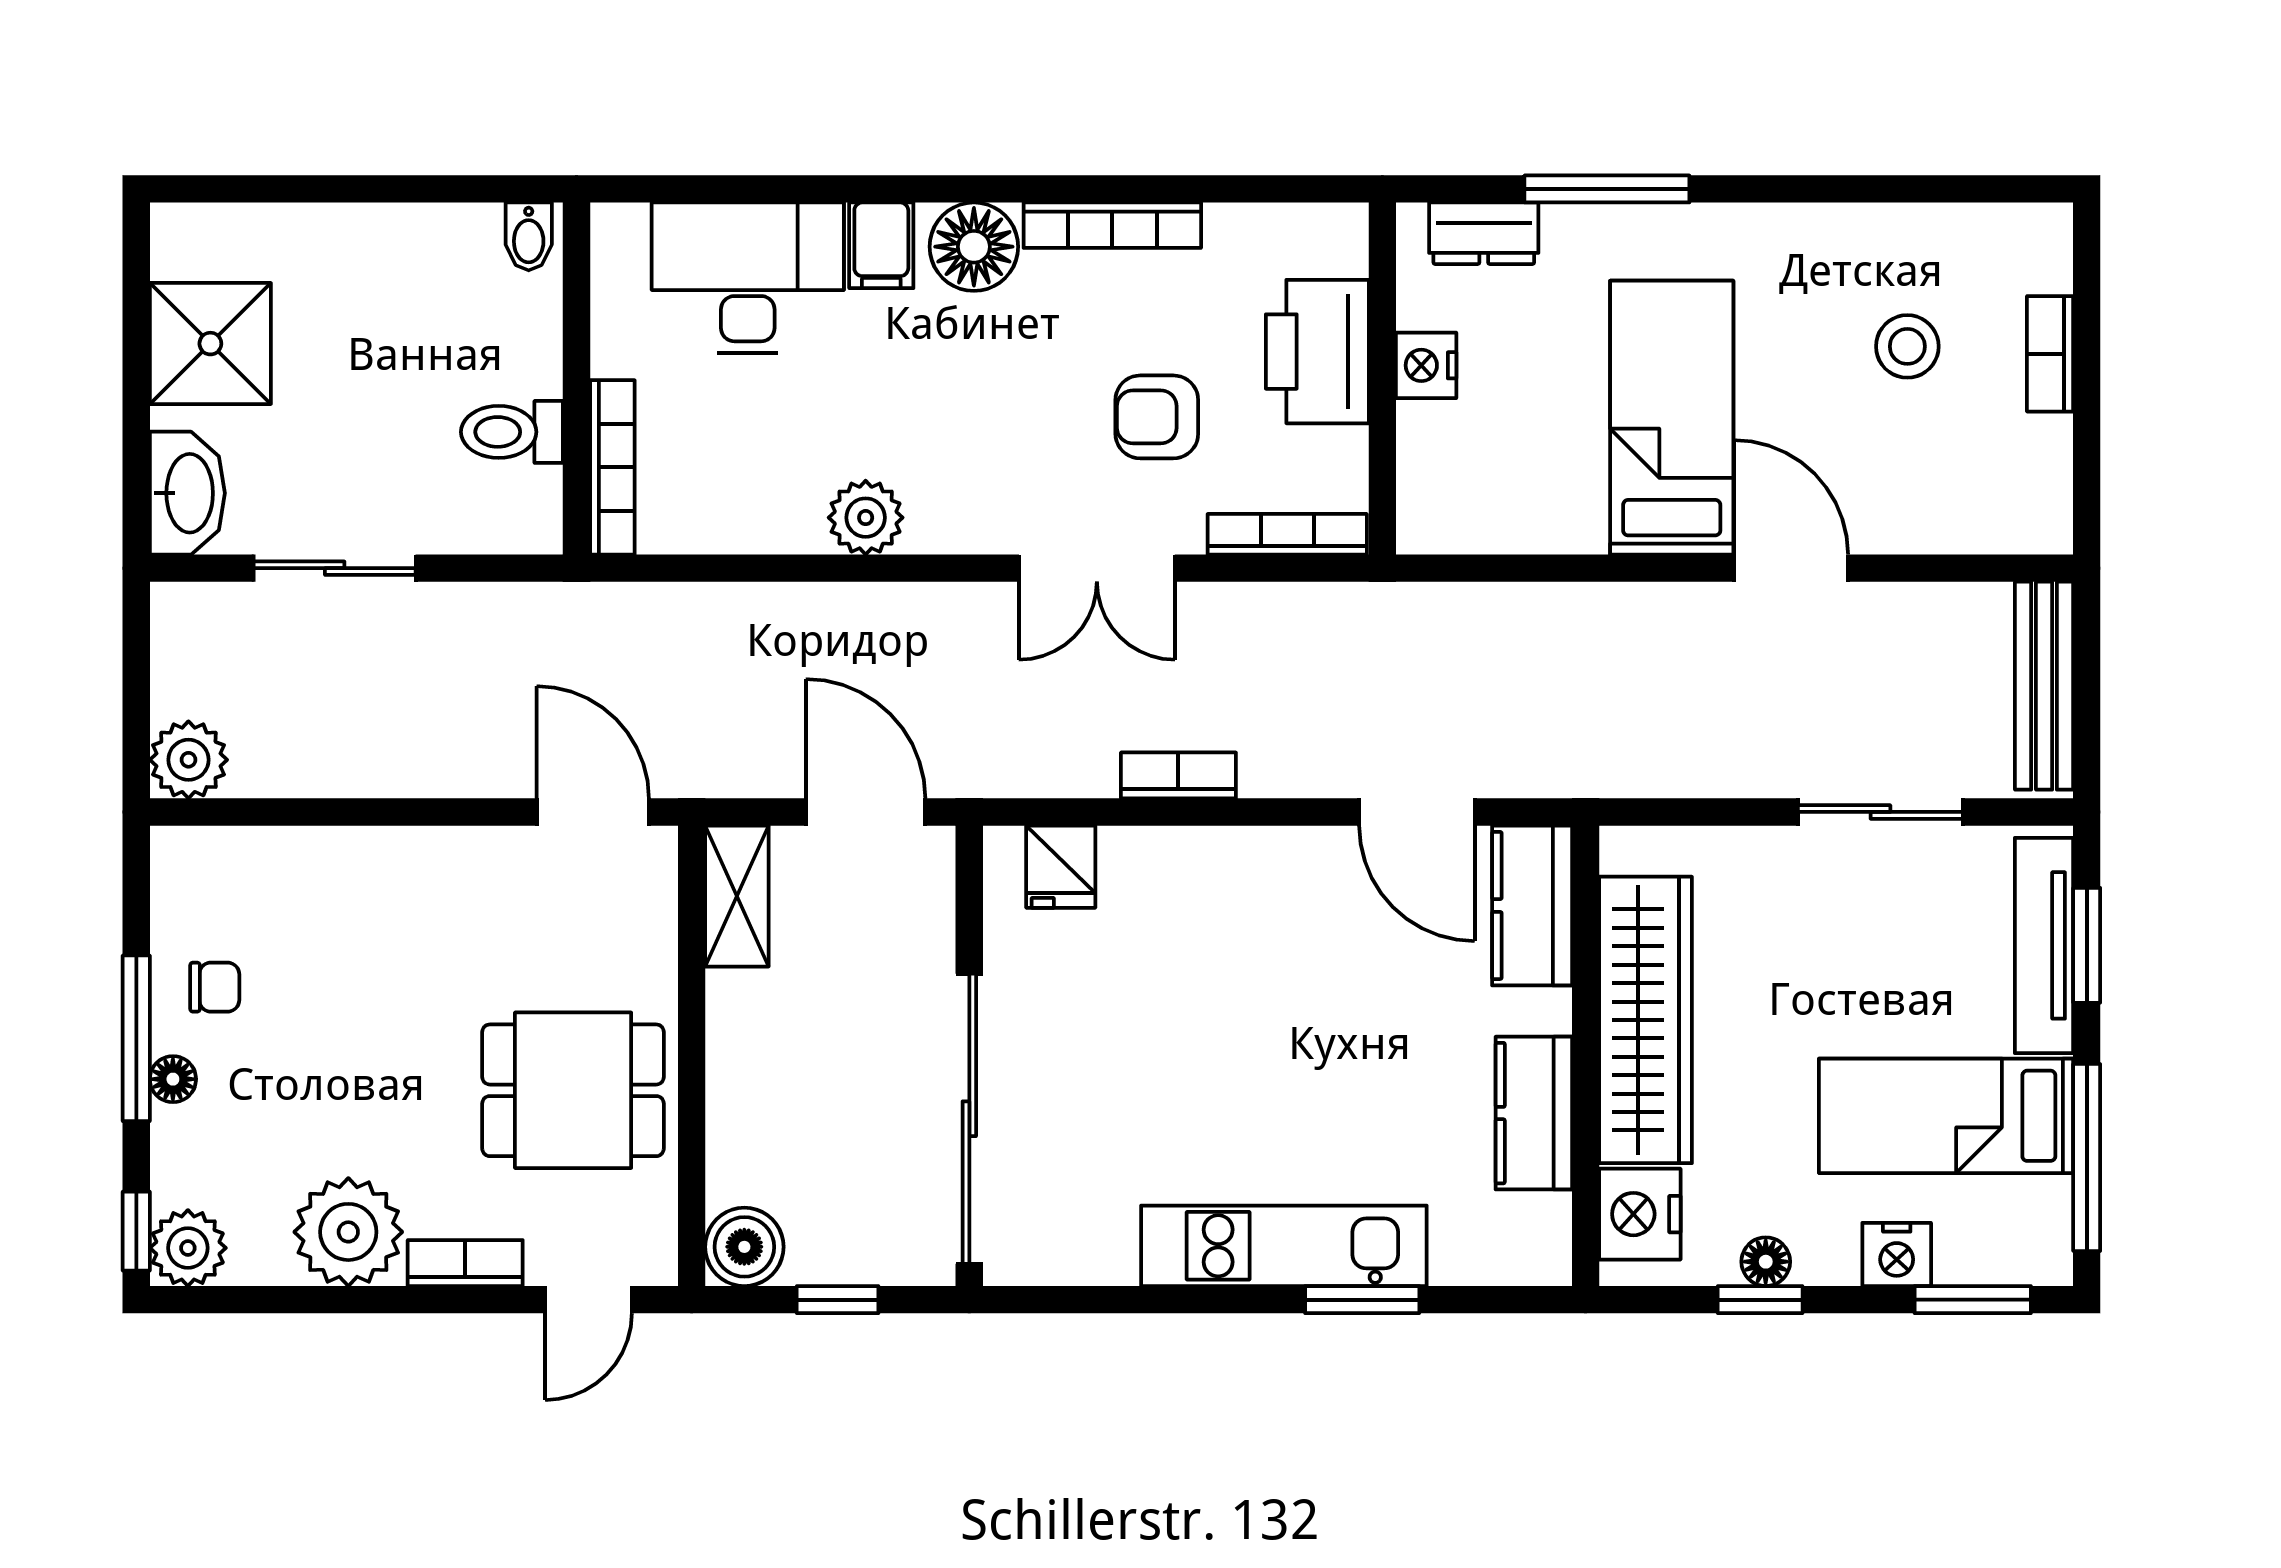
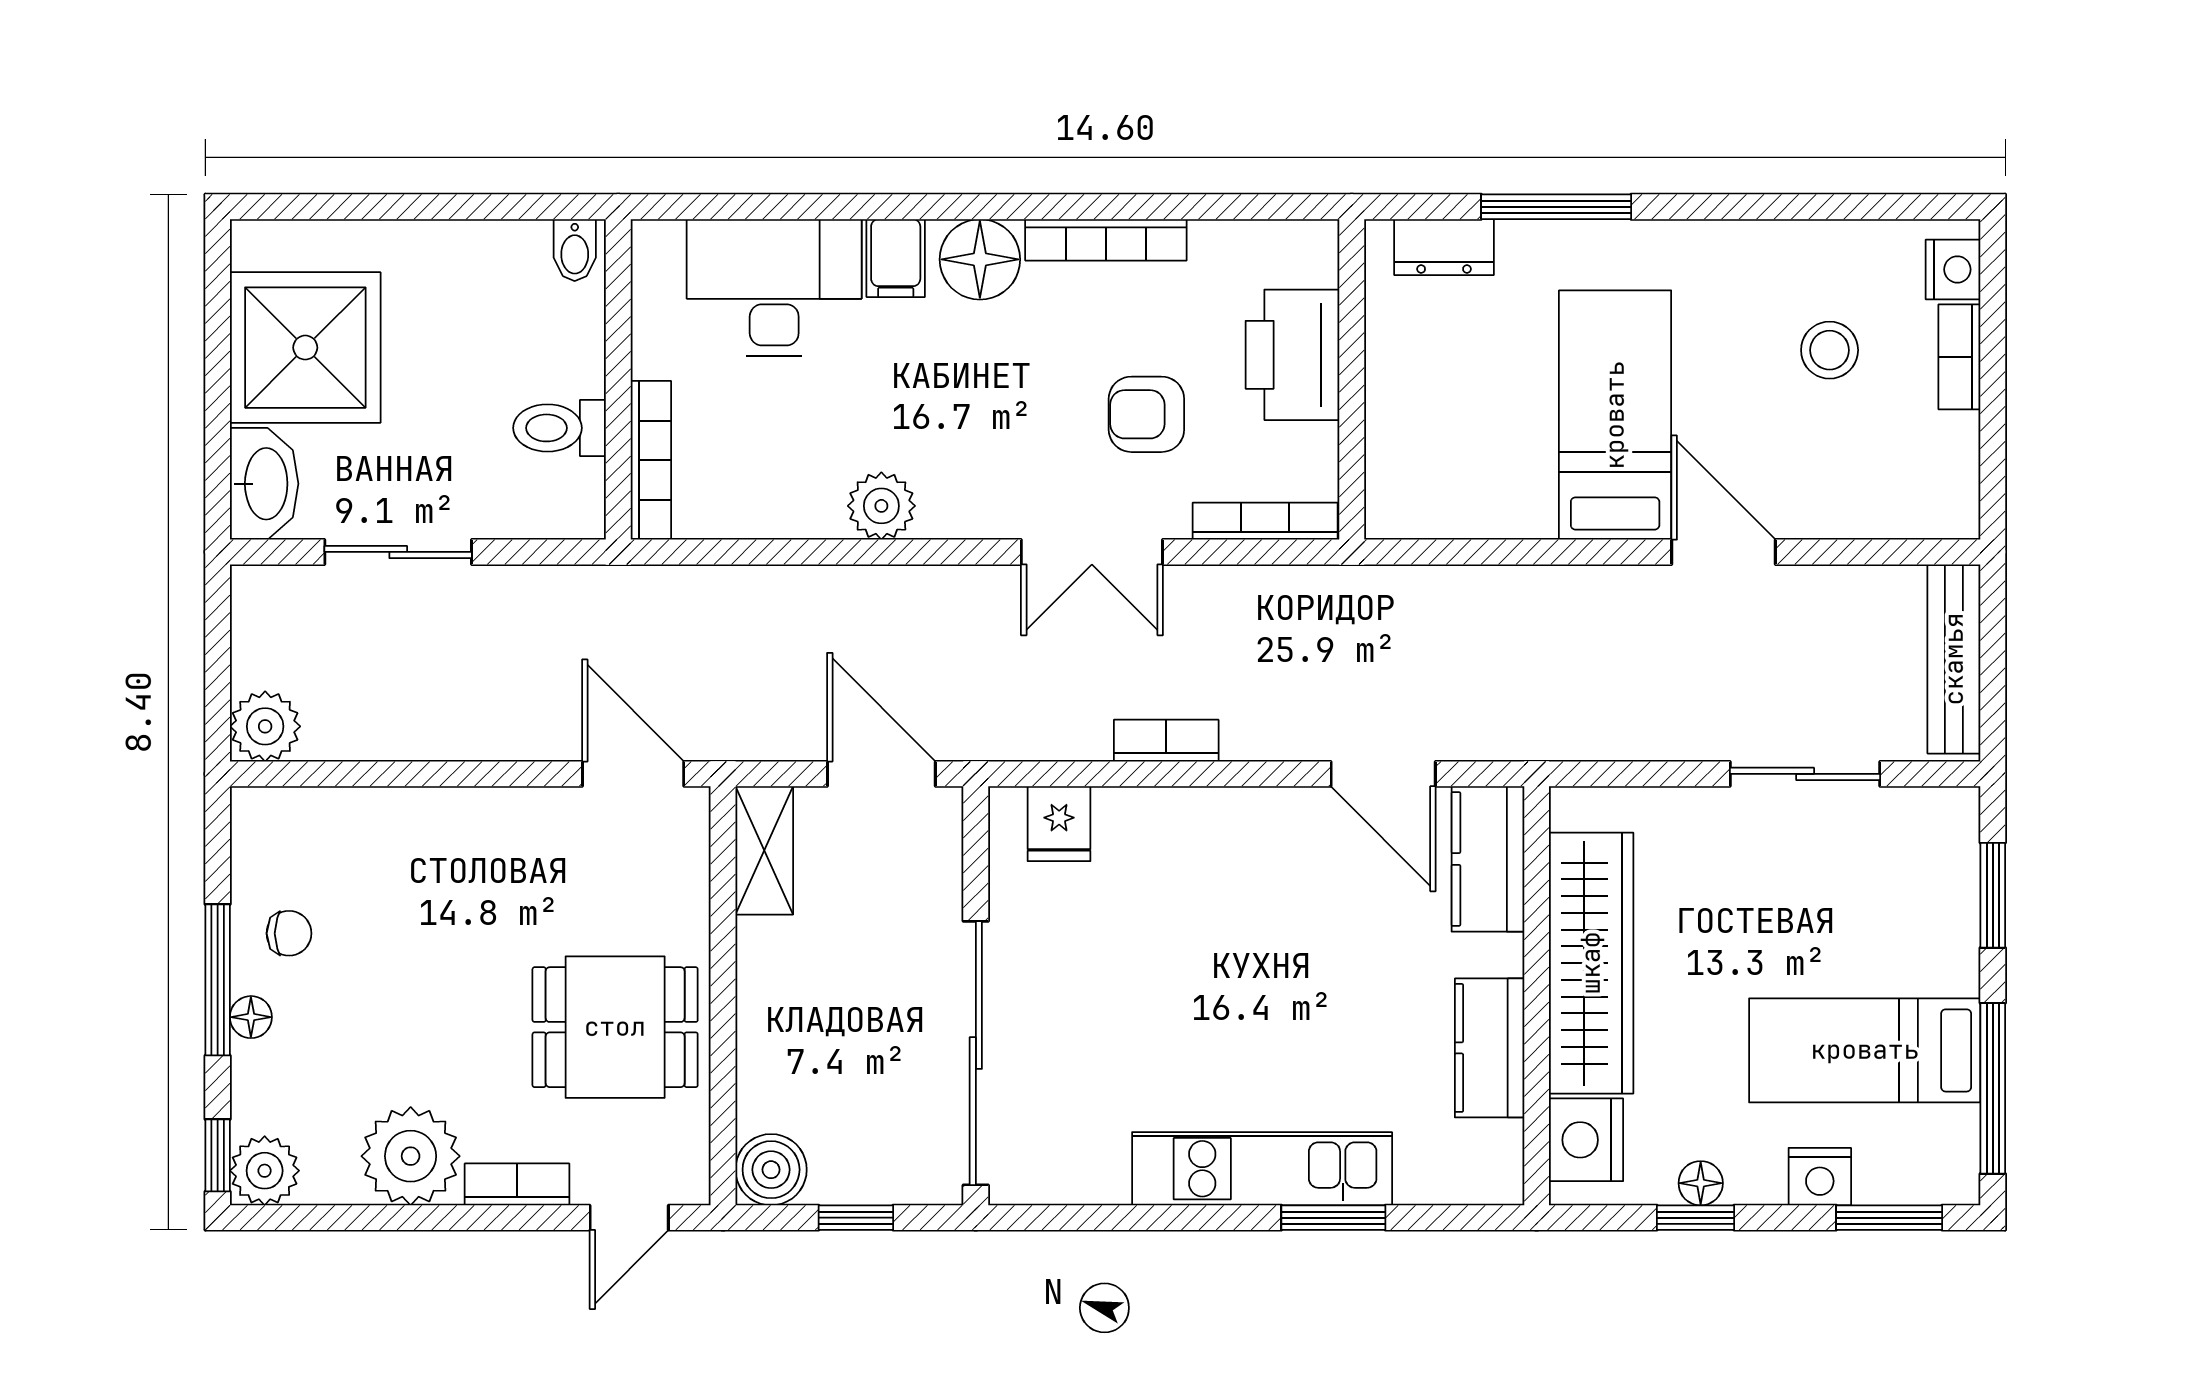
shower: (210, 344) -> (305, 348), width x1.37, depth x1.37
nightstand: (1426, 365) -> (1953, 269), moved, turned 180
tv unit: (2044, 945) -> (1954, 895), removed

